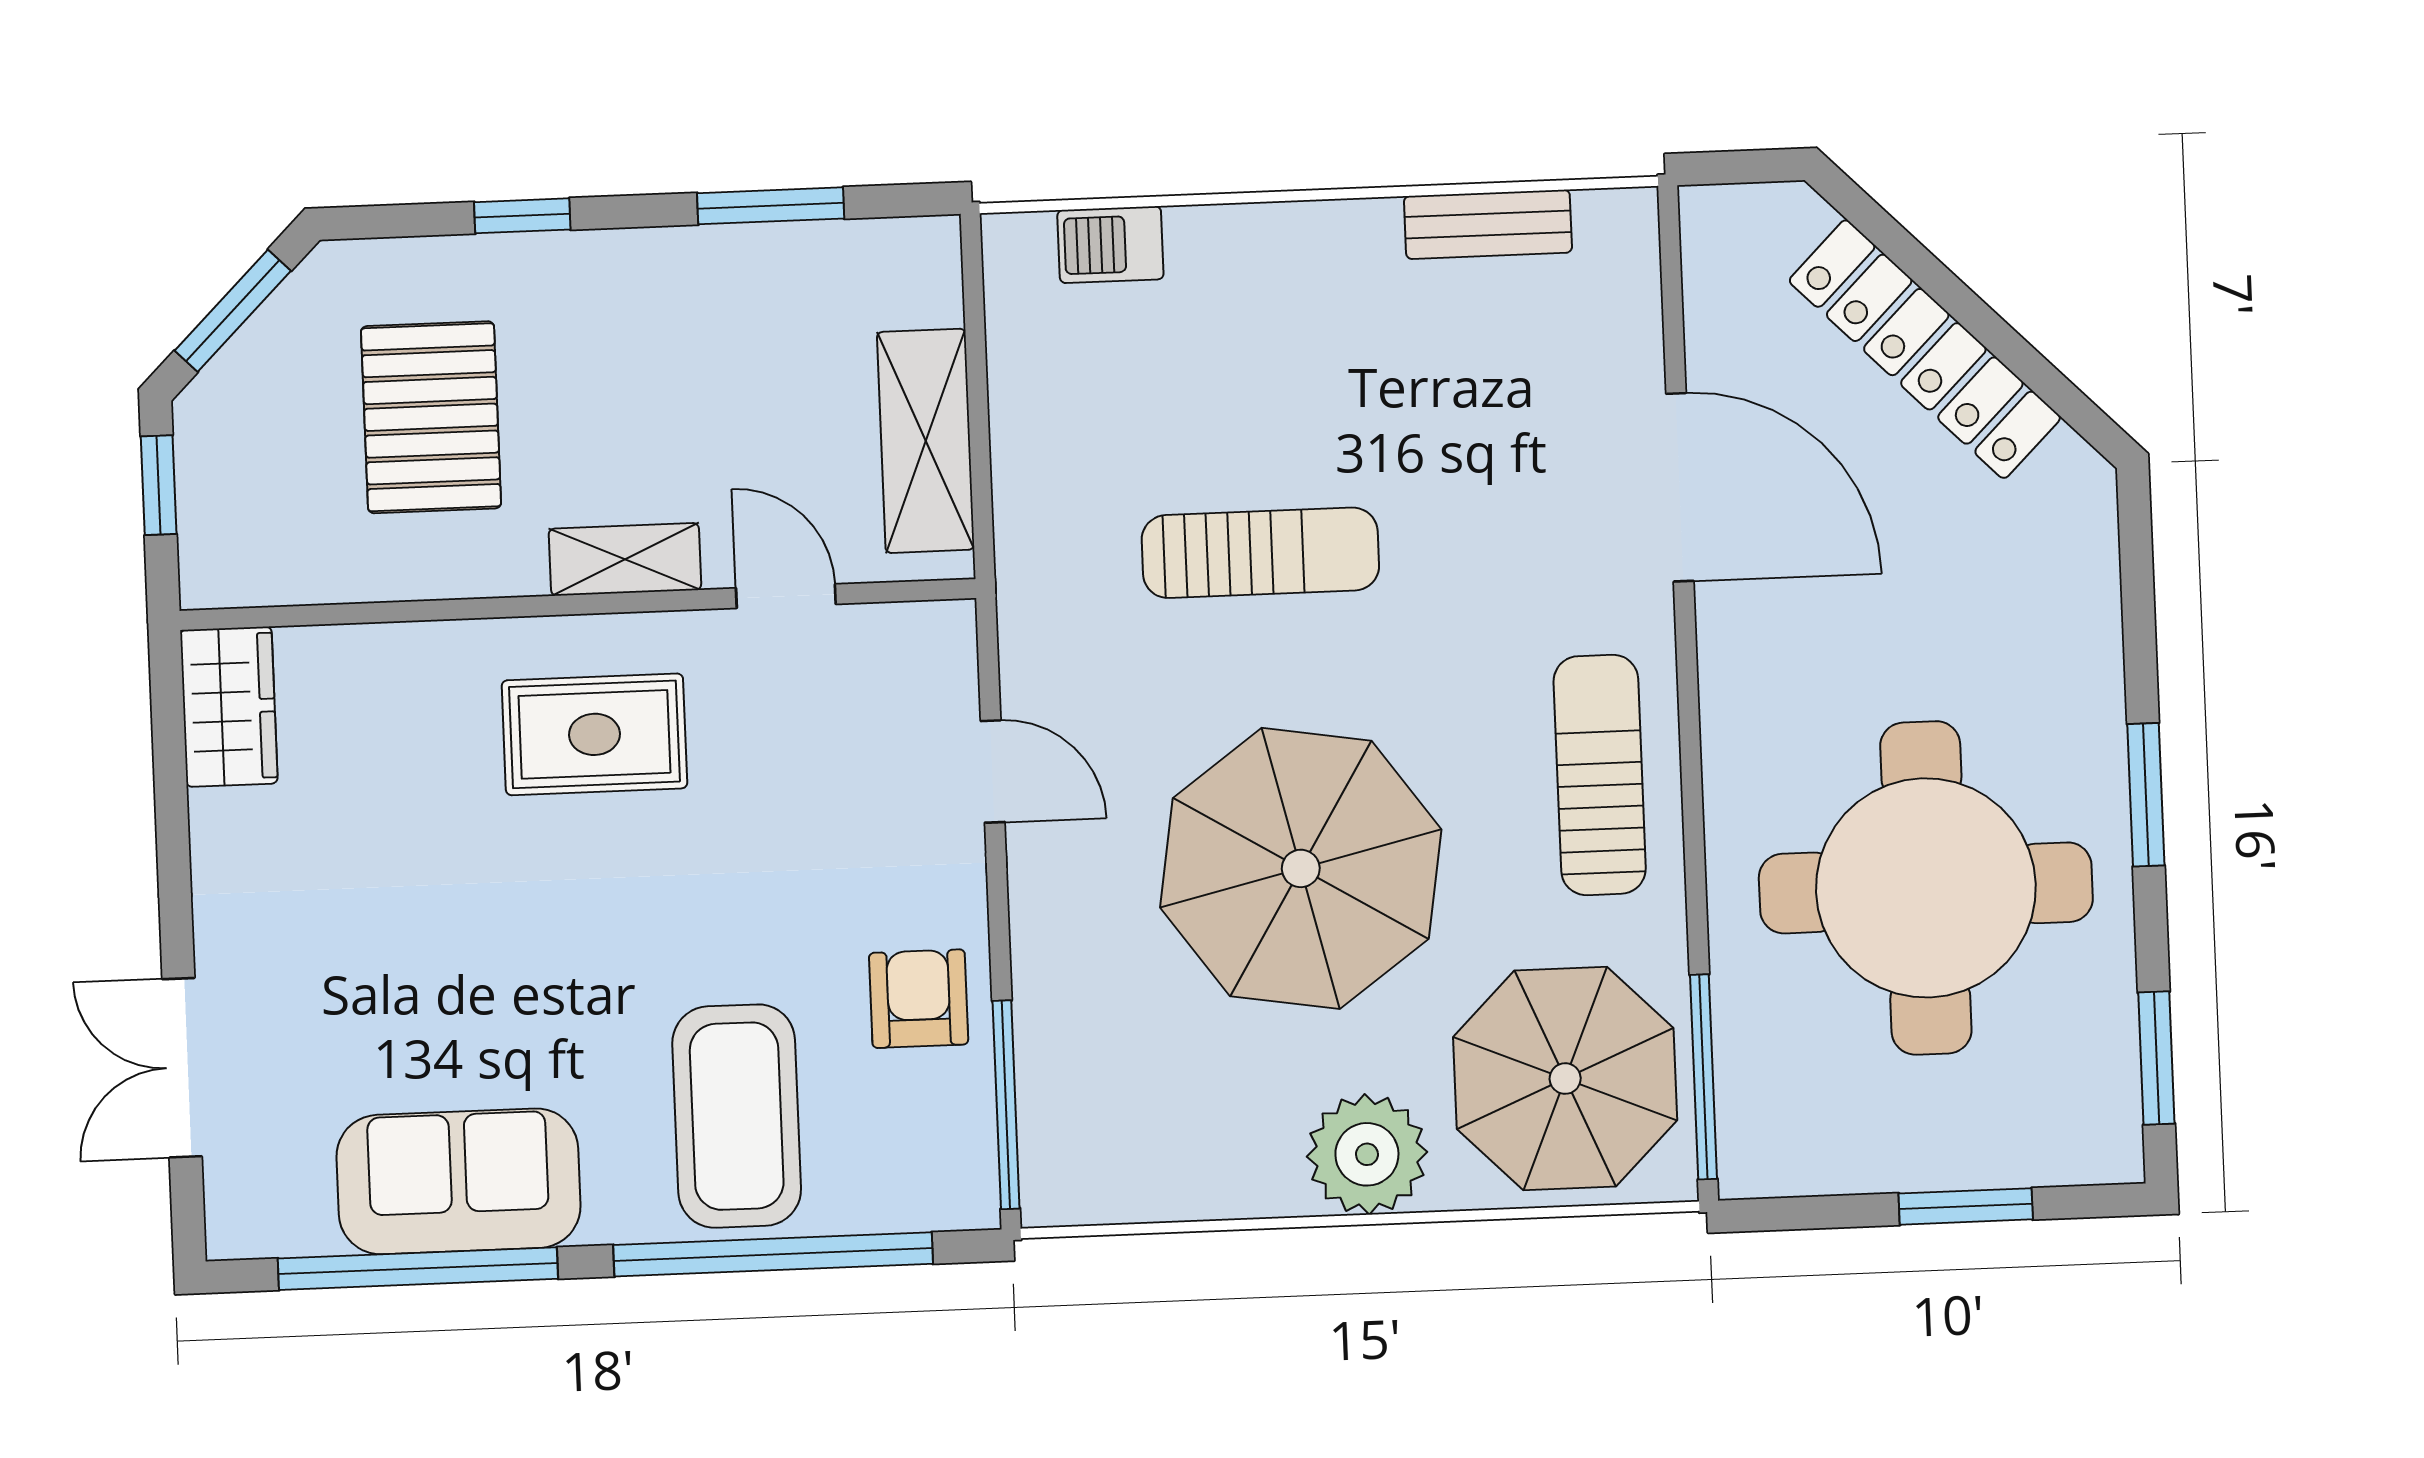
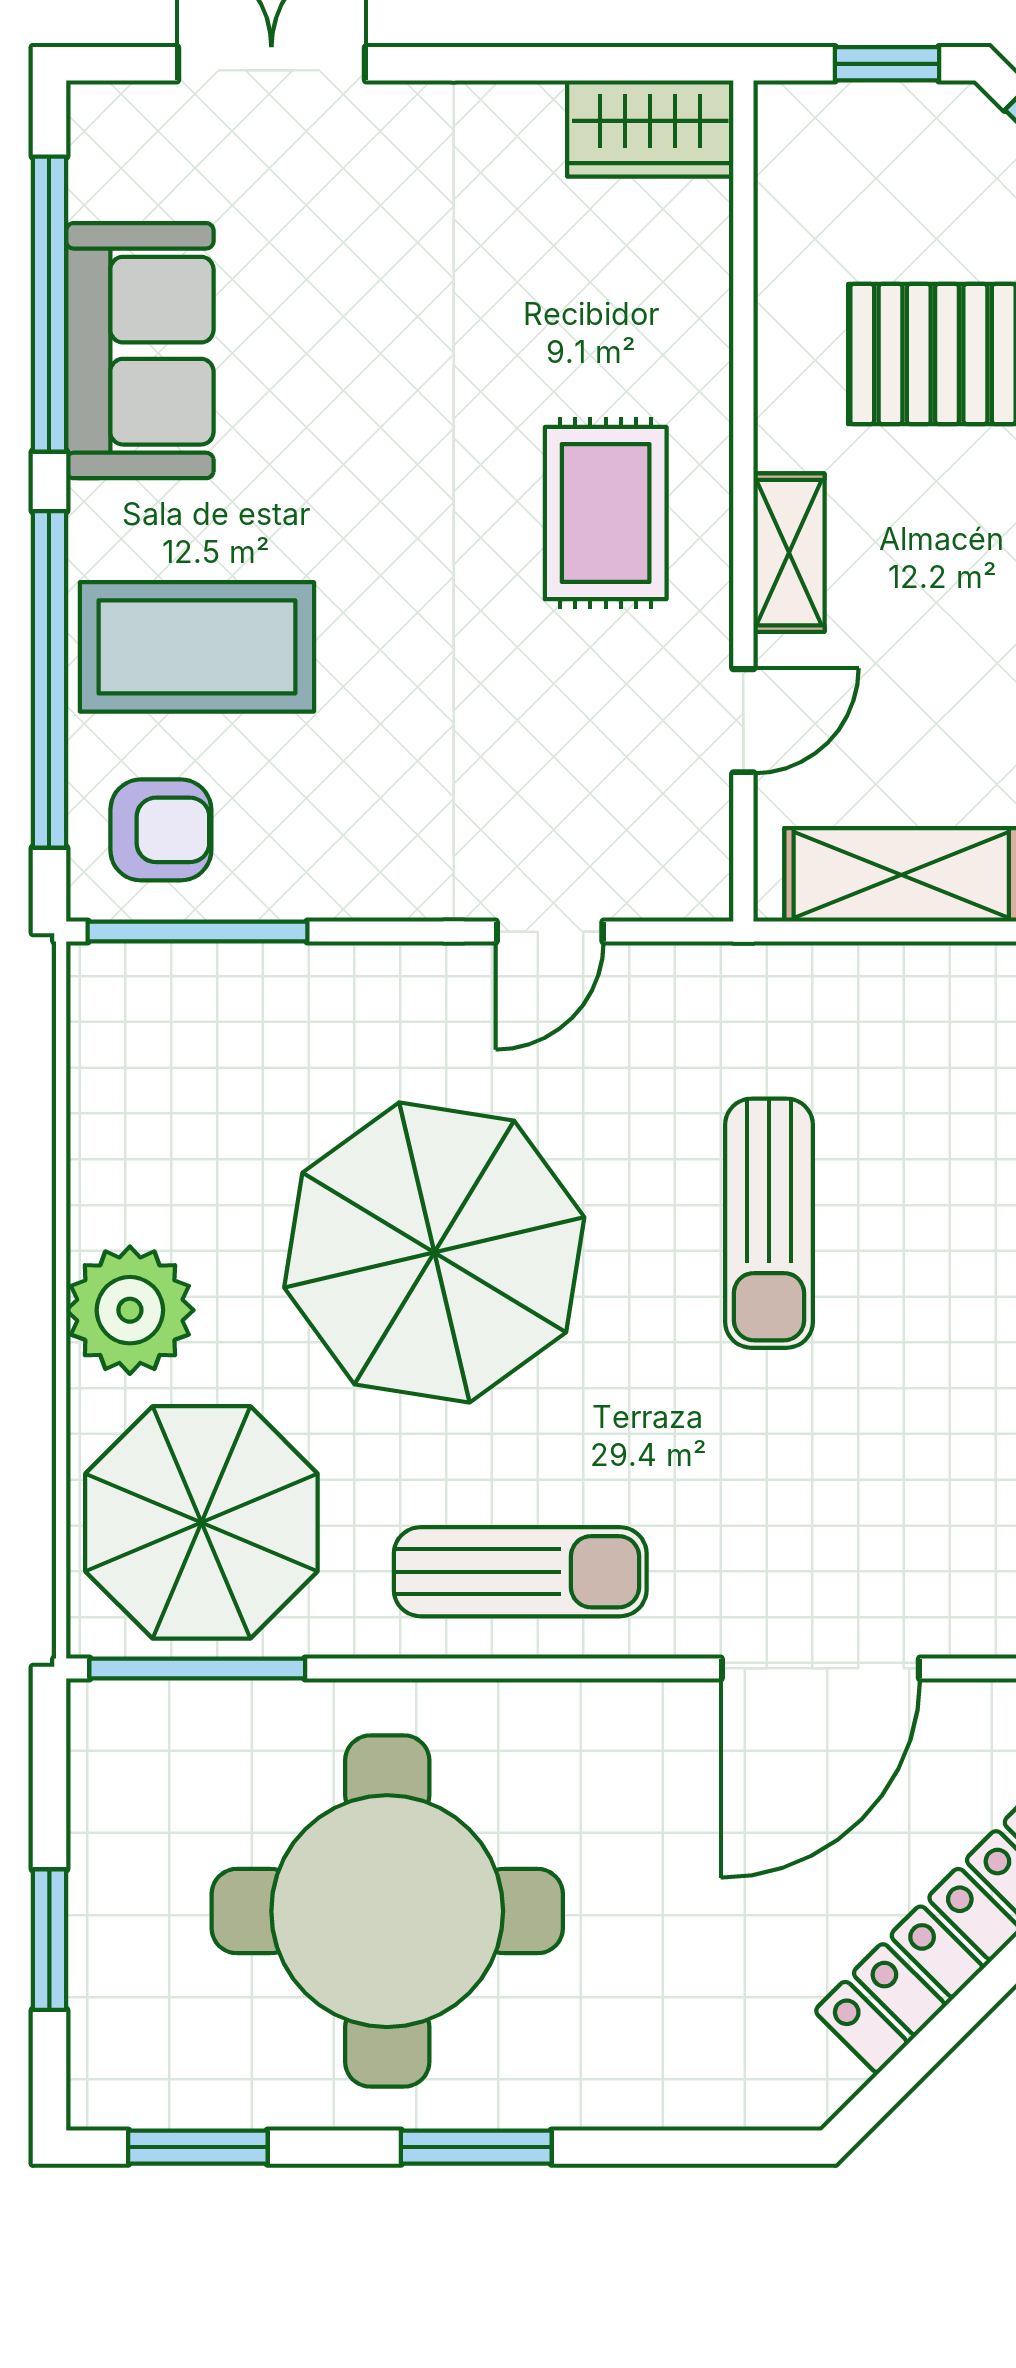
armchair: (919, 999) -> (161, 830), moved

